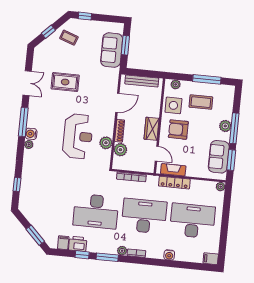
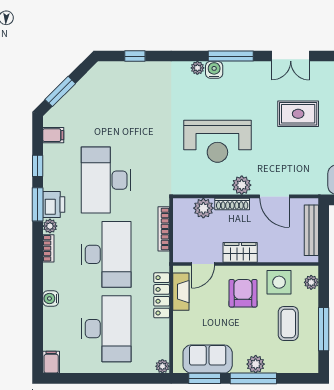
rug: (65, 82) -> (298, 114), turned 90
plant: (106, 143) -> (242, 185), moved
printer: (78, 244) -> (54, 204), moved

